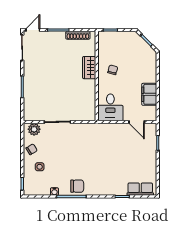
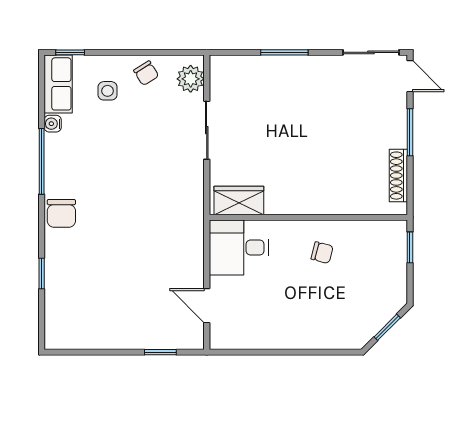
wardrobe: (89, 68) -> (239, 201), moved
filing cabinet: (149, 94) -> (268, 333), removed
door: (137, 122) -> (207, 306), hinge flipped
chair: (77, 186) -> (61, 213), moved
row of seats: (140, 189) -> (58, 84), moved

